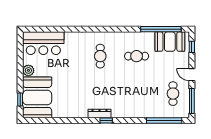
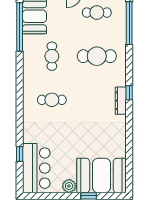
window: (55, 29) -> (20, 154), added
cafe table: (137, 94) -> (97, 56), added
window: (20, 99) -> (89, 196), moved

